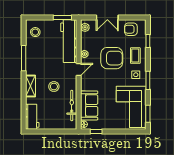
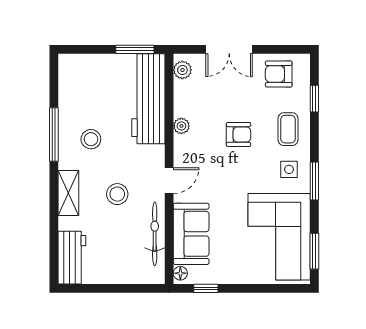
stool: (35, 32) -> (91, 139), moved
armchair: (112, 58) -> (239, 134), width x0.53, depth x0.53
door: (79, 69) -> (169, 181), moved

